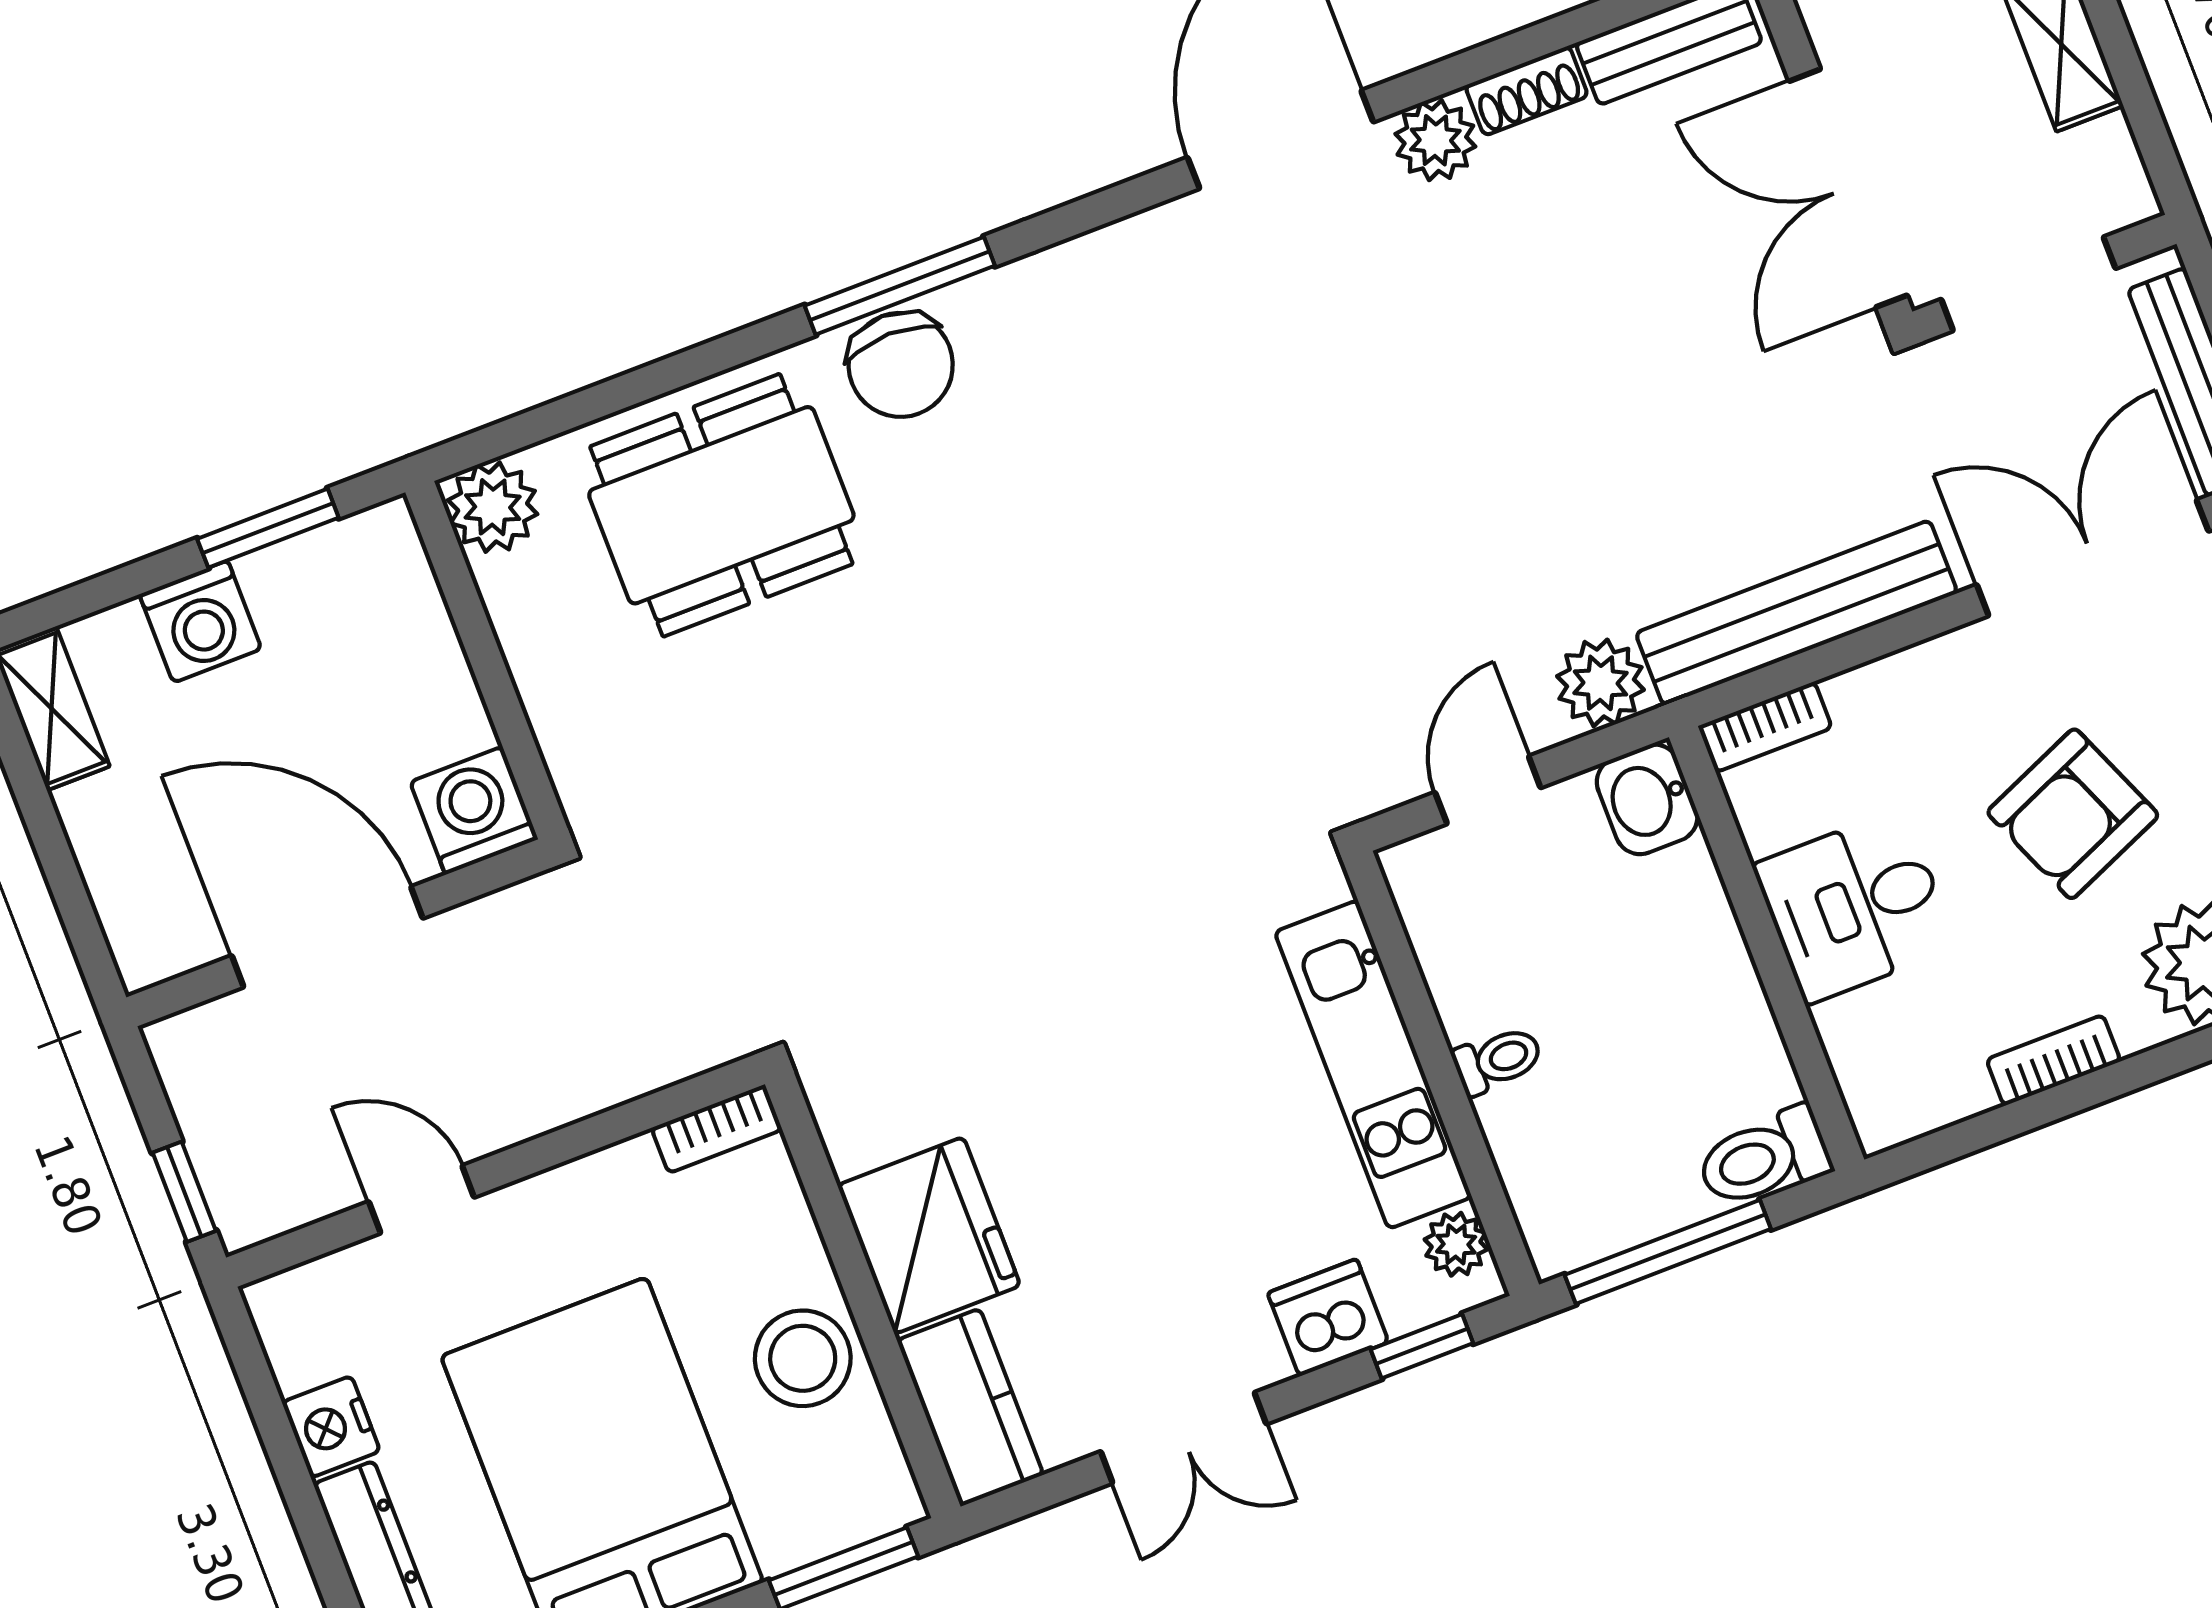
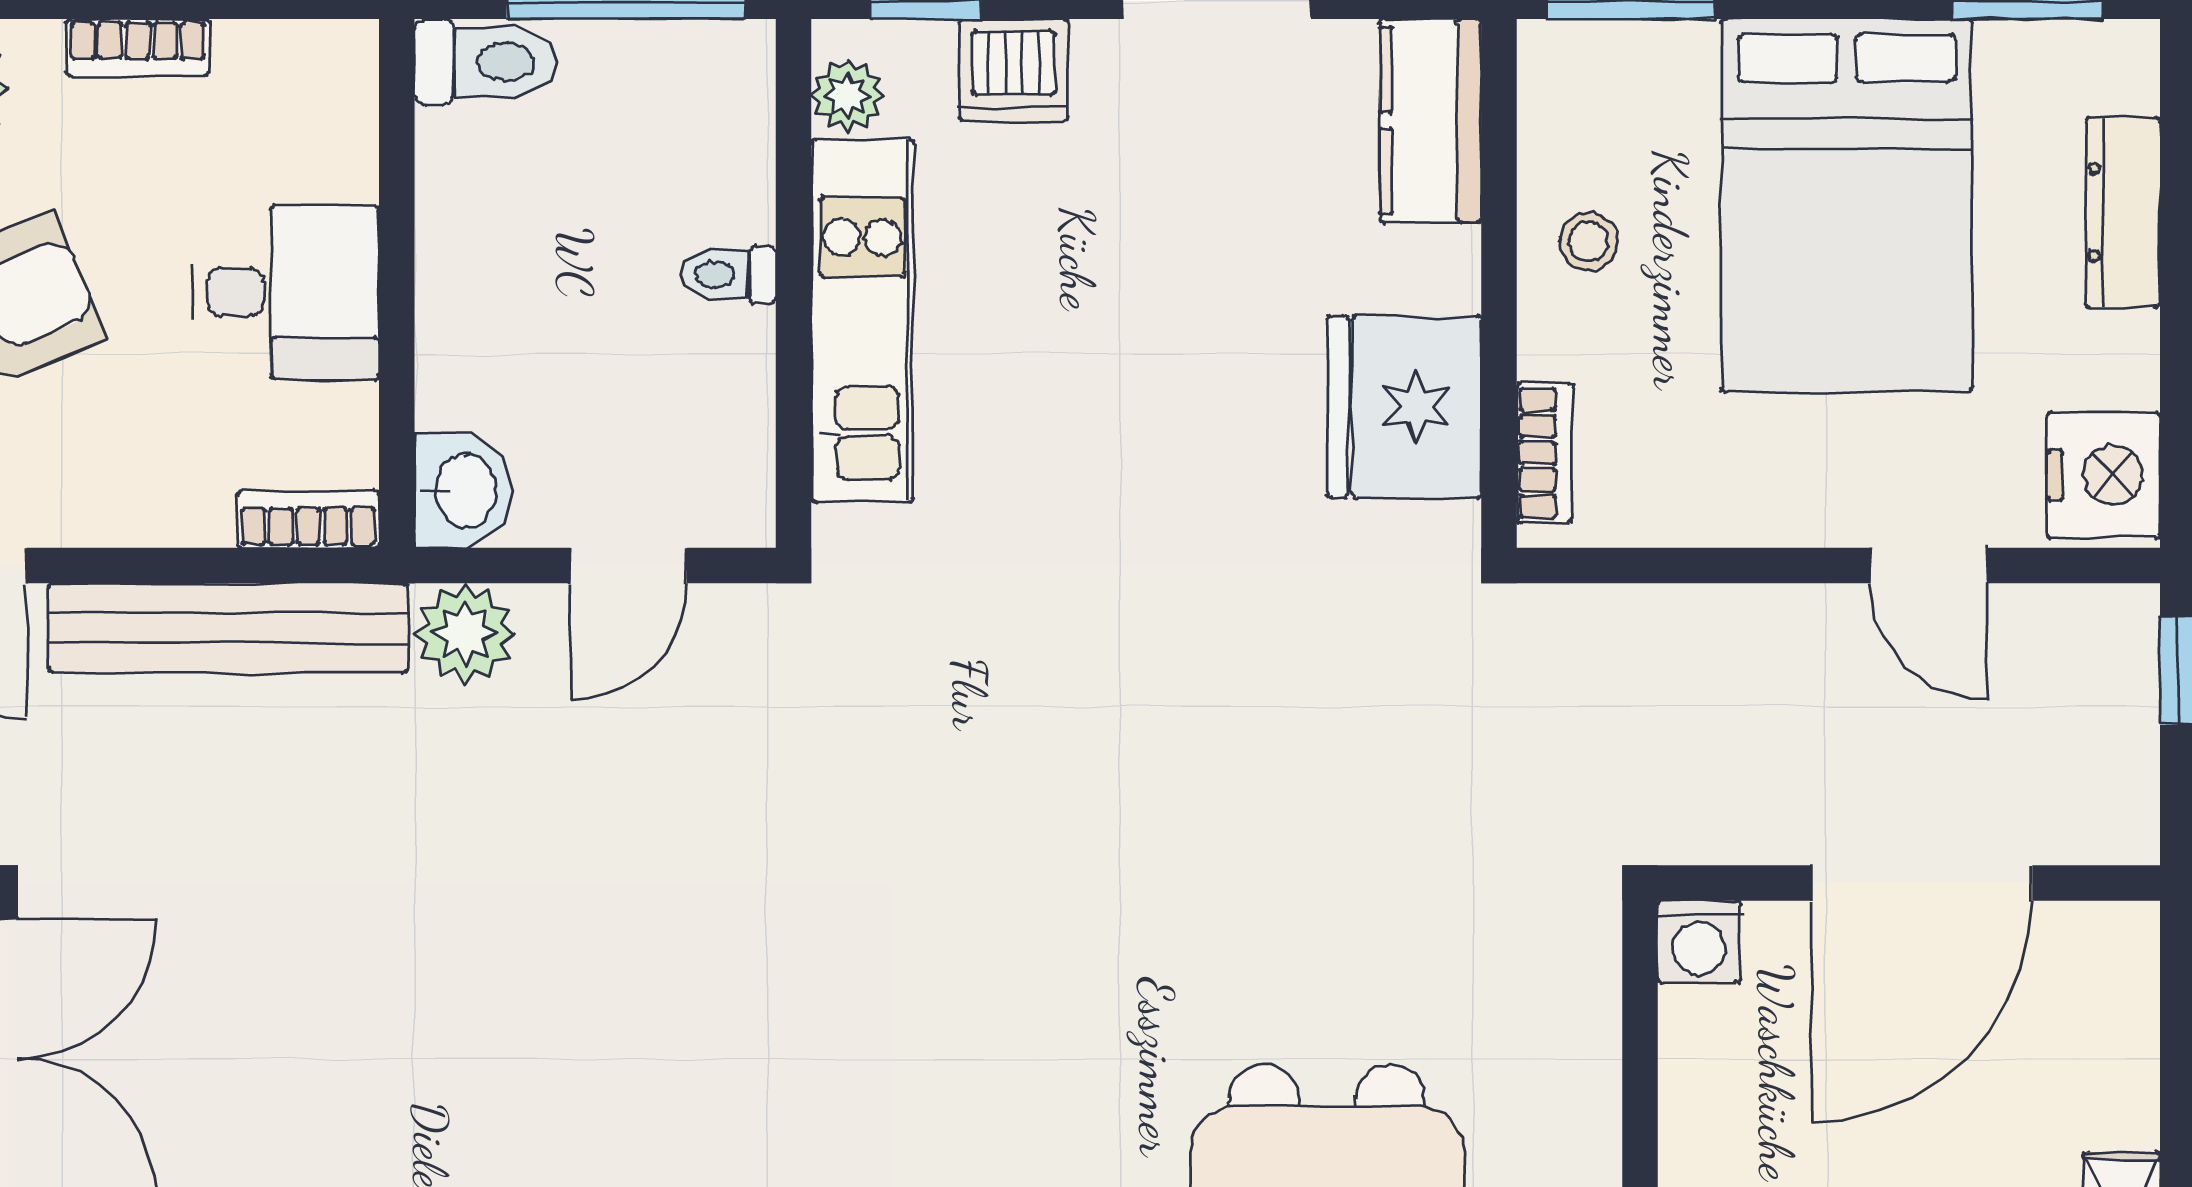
washing machine: (474, 811) -> (1699, 942), width x0.73, depth x0.73
door: (327, 937) -> (1922, 883), hinge flipped
bookcase: (717, 1129) -> (1544, 453), moved, turned 90
fridge: (929, 1235) -> (1404, 407), moved
stool: (803, 1358) -> (1588, 241), width x0.53, depth x0.53
nightstand: (331, 1427) -> (2104, 475), moved, width x1.36, depth x1.33

